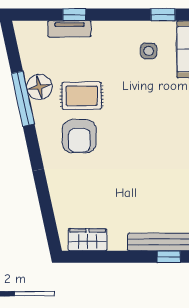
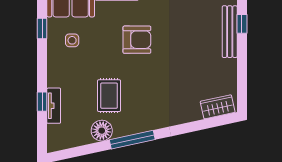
window: (23, 99) -> (132, 140), moved
armchair: (79, 136) -> (137, 40), moved
wardrobe: (88, 240) -> (218, 107), moved, turned 78

